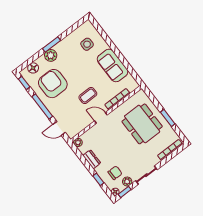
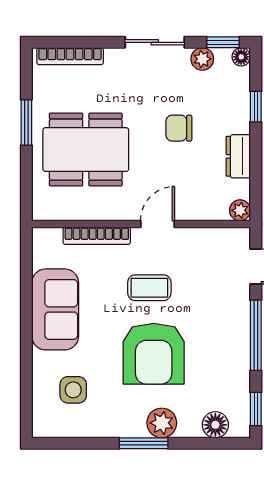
armchair: (53, 84) -> (154, 354), moved
door: (101, 118) -> (157, 224), swing flipped
dining table: (142, 124) -> (86, 150), turned 90
chair: (115, 173) -> (179, 128), moved

